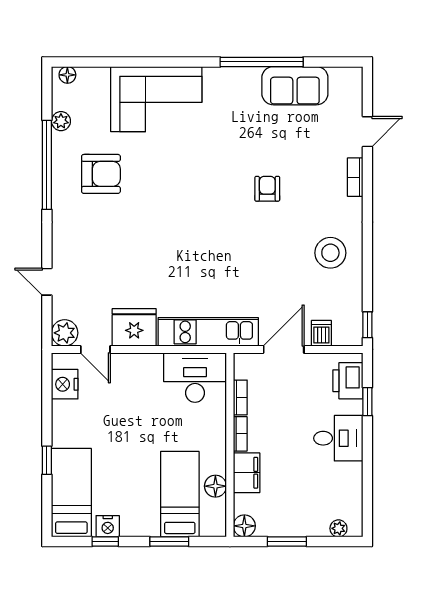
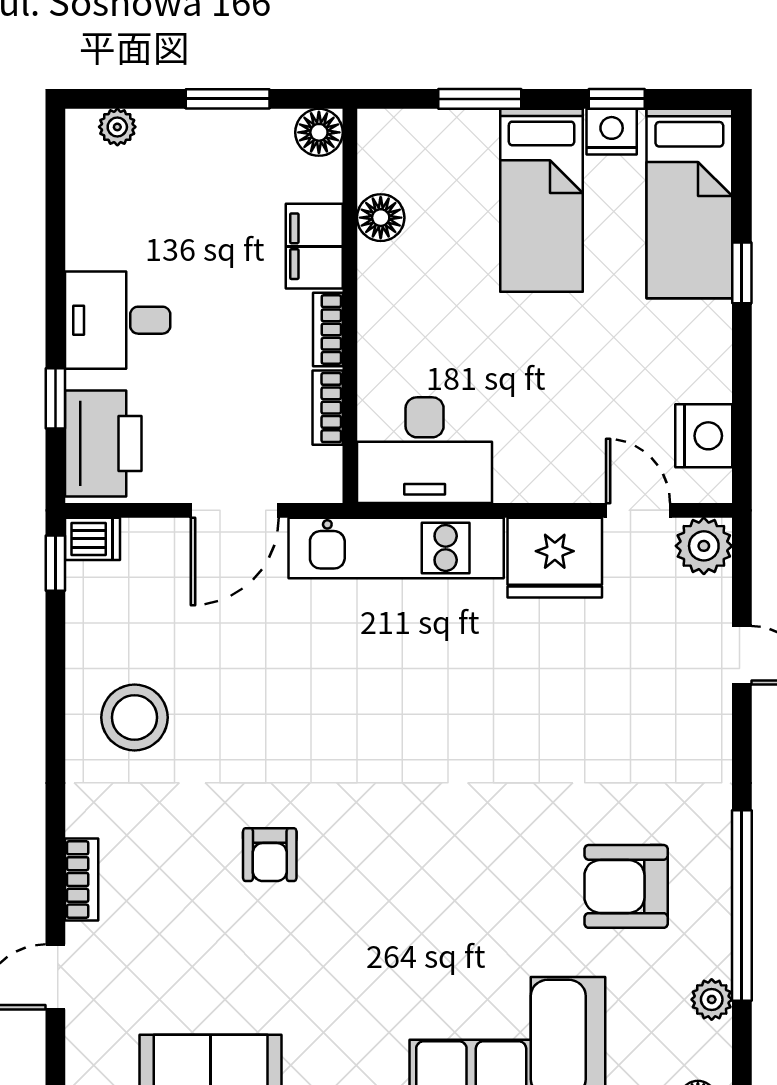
dishwasher: (321, 333) -> (92, 539), moved, turned -90
printer: (348, 381) -> (103, 443), width x1.37, depth x1.19
bed: (180, 494) -> (542, 200), moved

